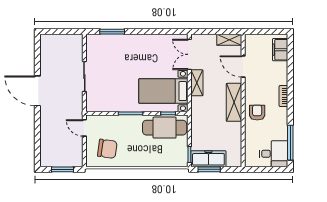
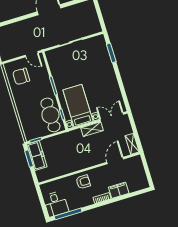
filing cabinet: (280, 50) -> (119, 190), moved
shelving: (234, 102) -> (86, 162), removed
door: (84, 128) -> (32, 54), swing flipped
chair: (107, 149) -> (21, 76), turned 82

